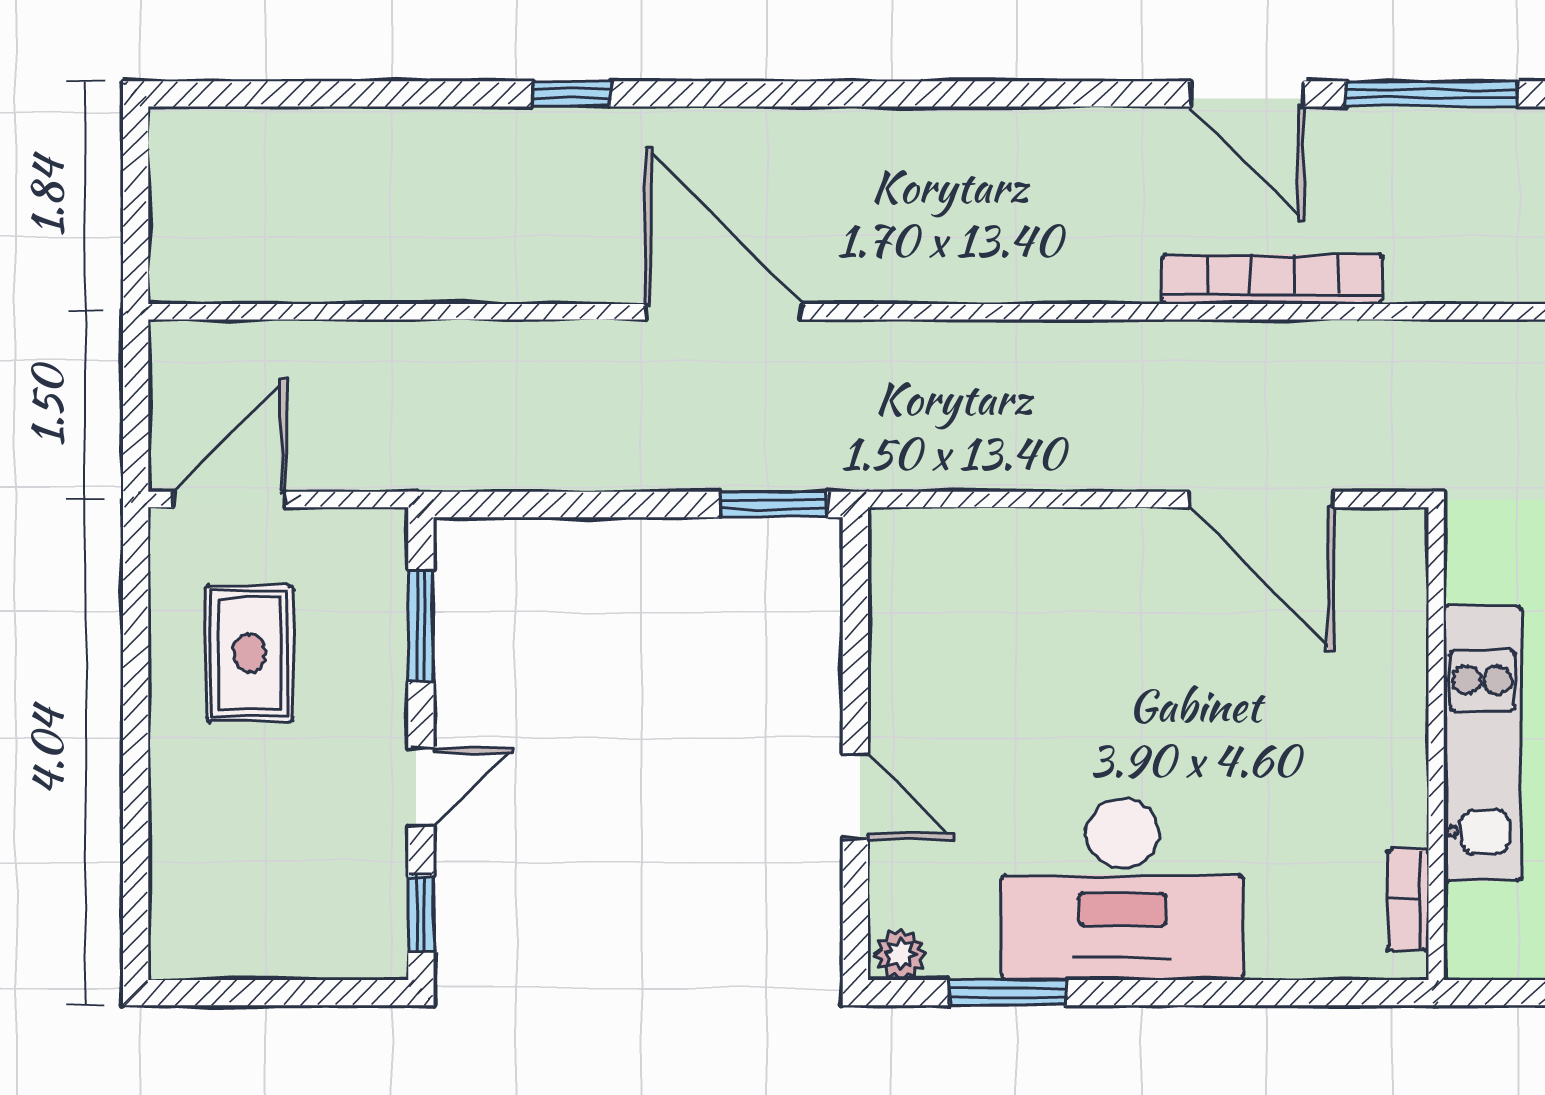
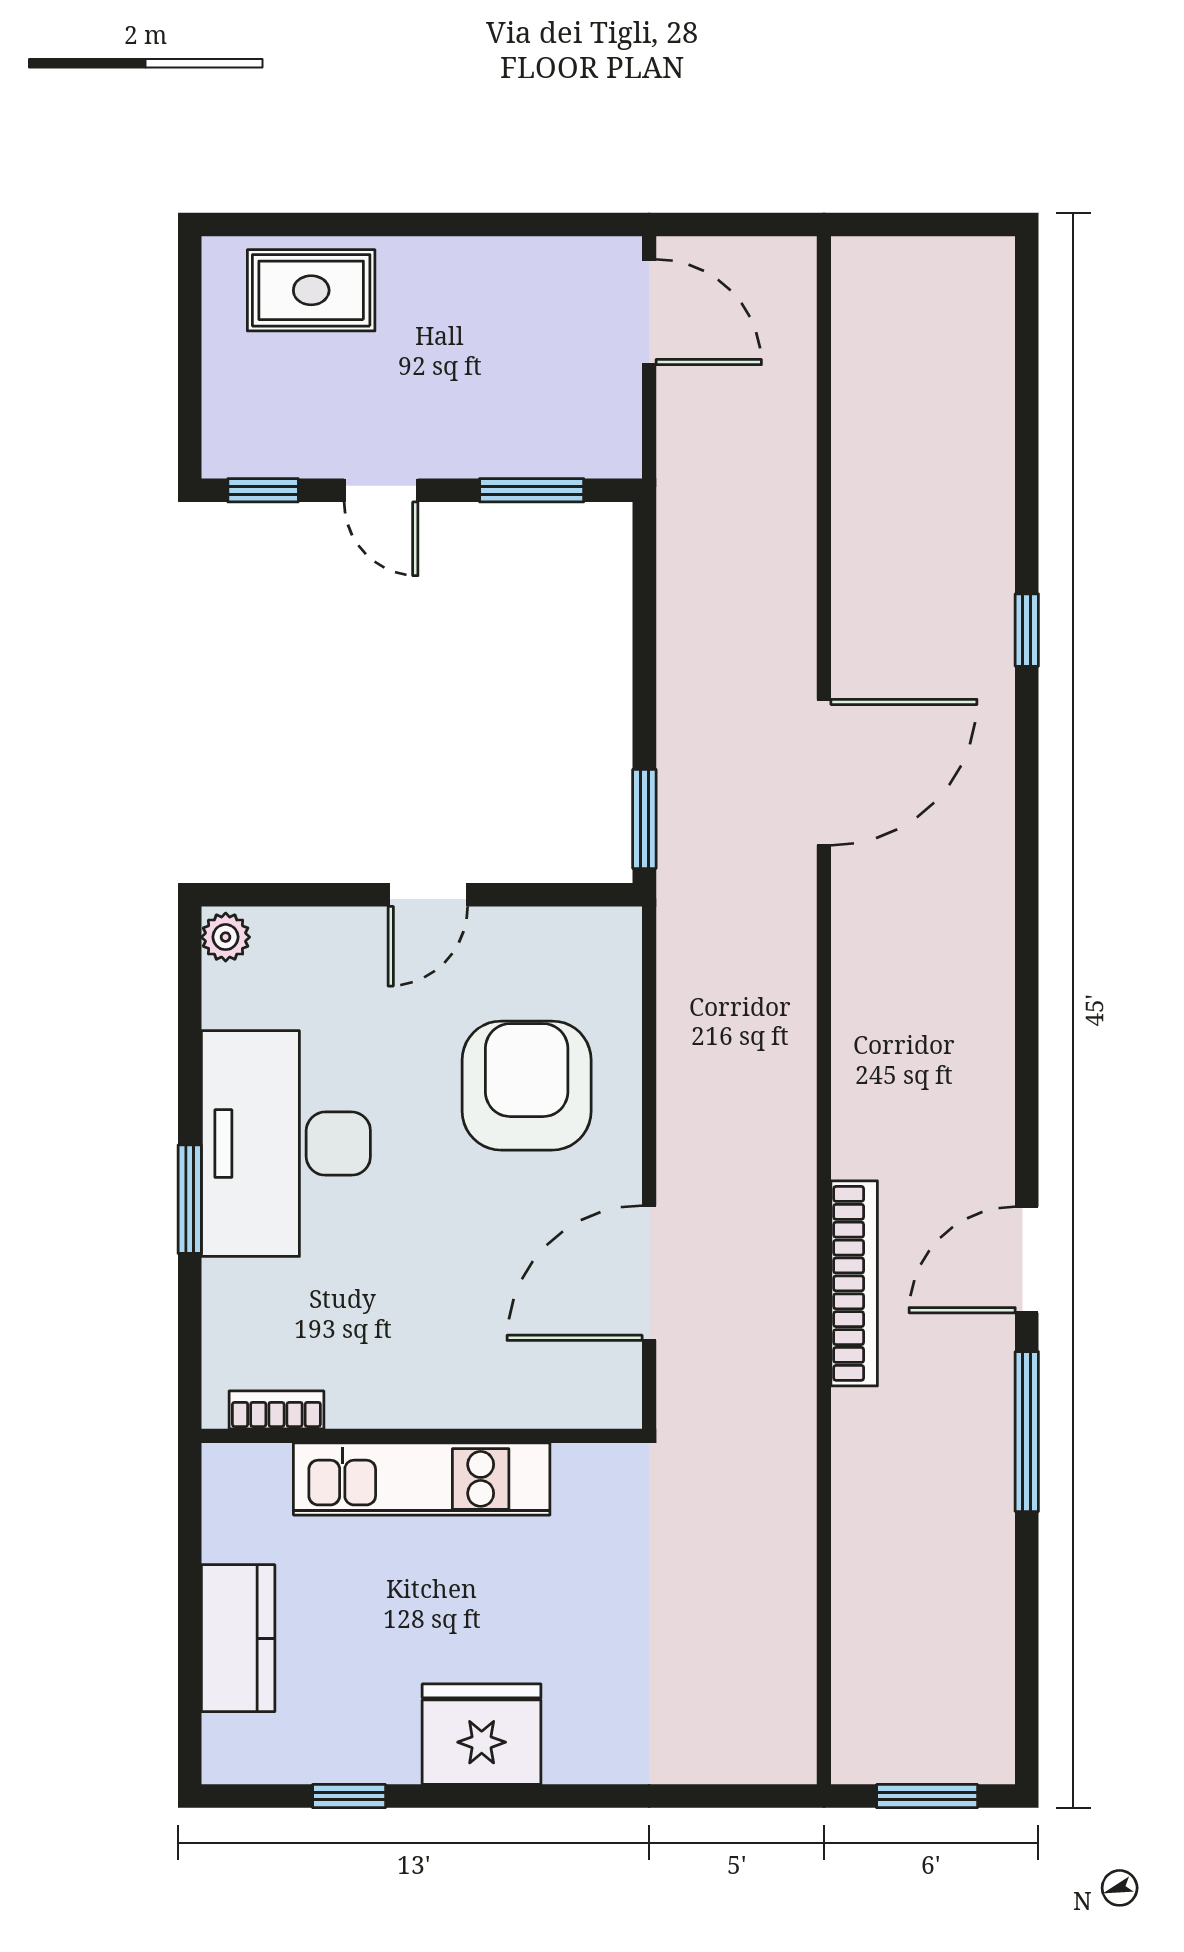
armchair: (1060, 631) -> (527, 1086), added
rug: (249, 653) -> (311, 290), moved
door: (855, 796) -> (428, 895), moved
window: (1008, 993) -> (190, 1199), moved

